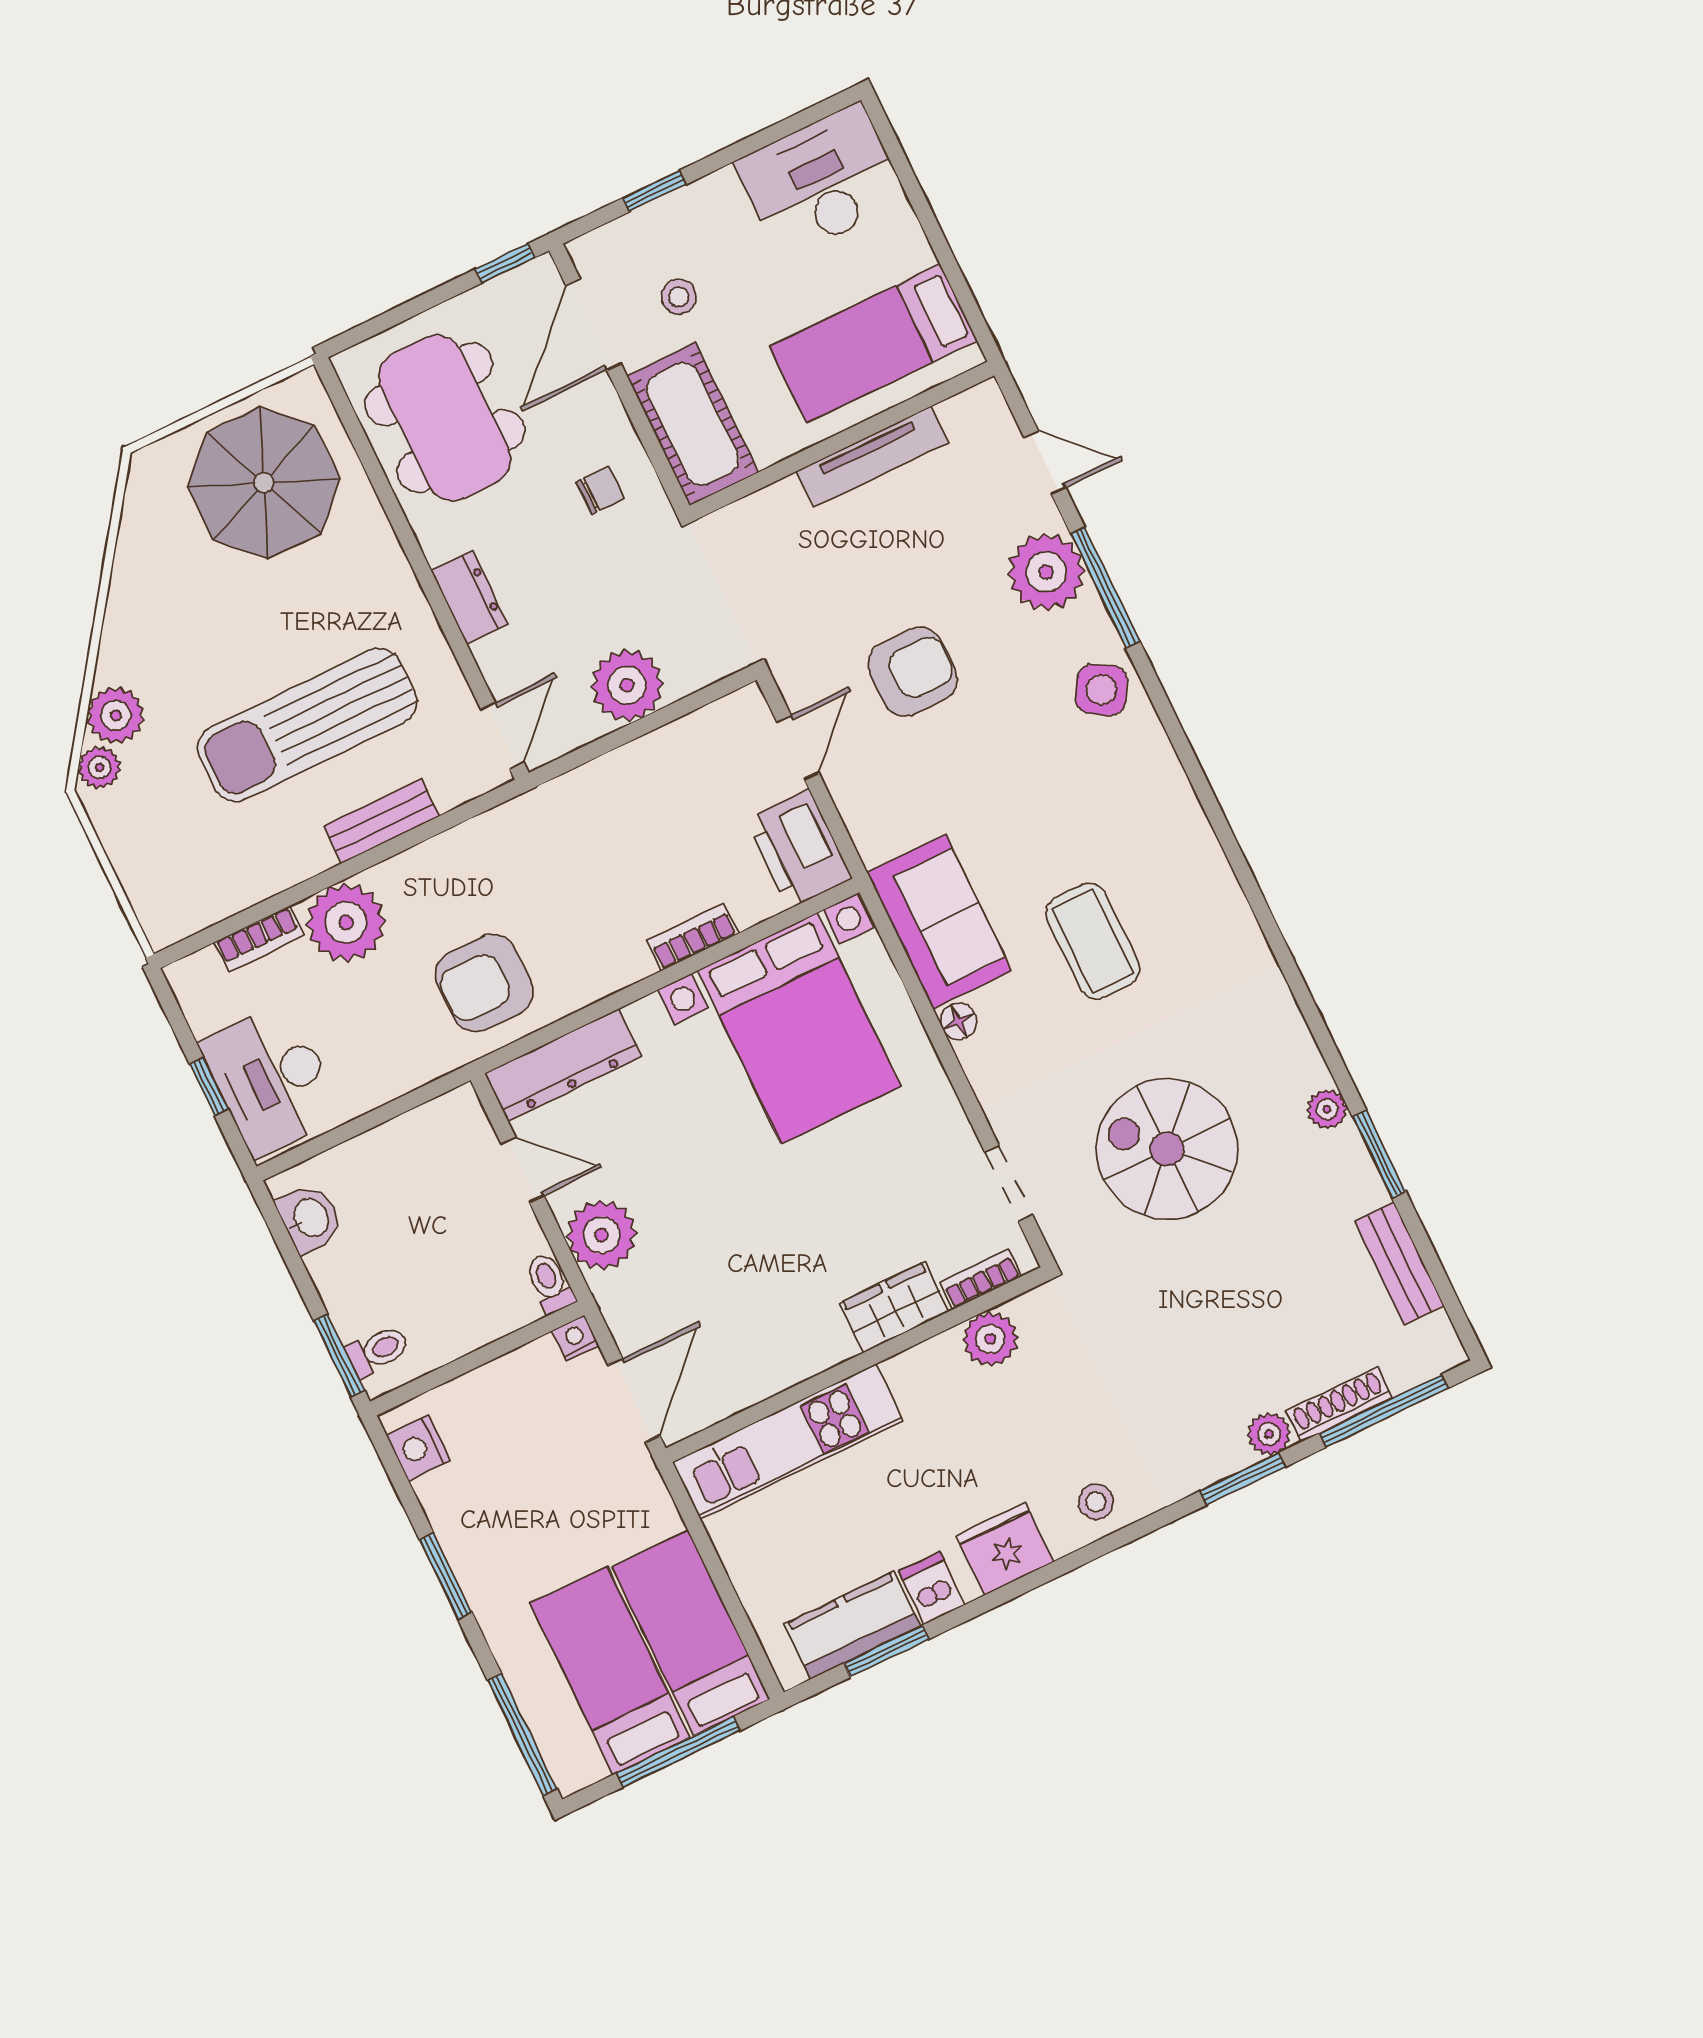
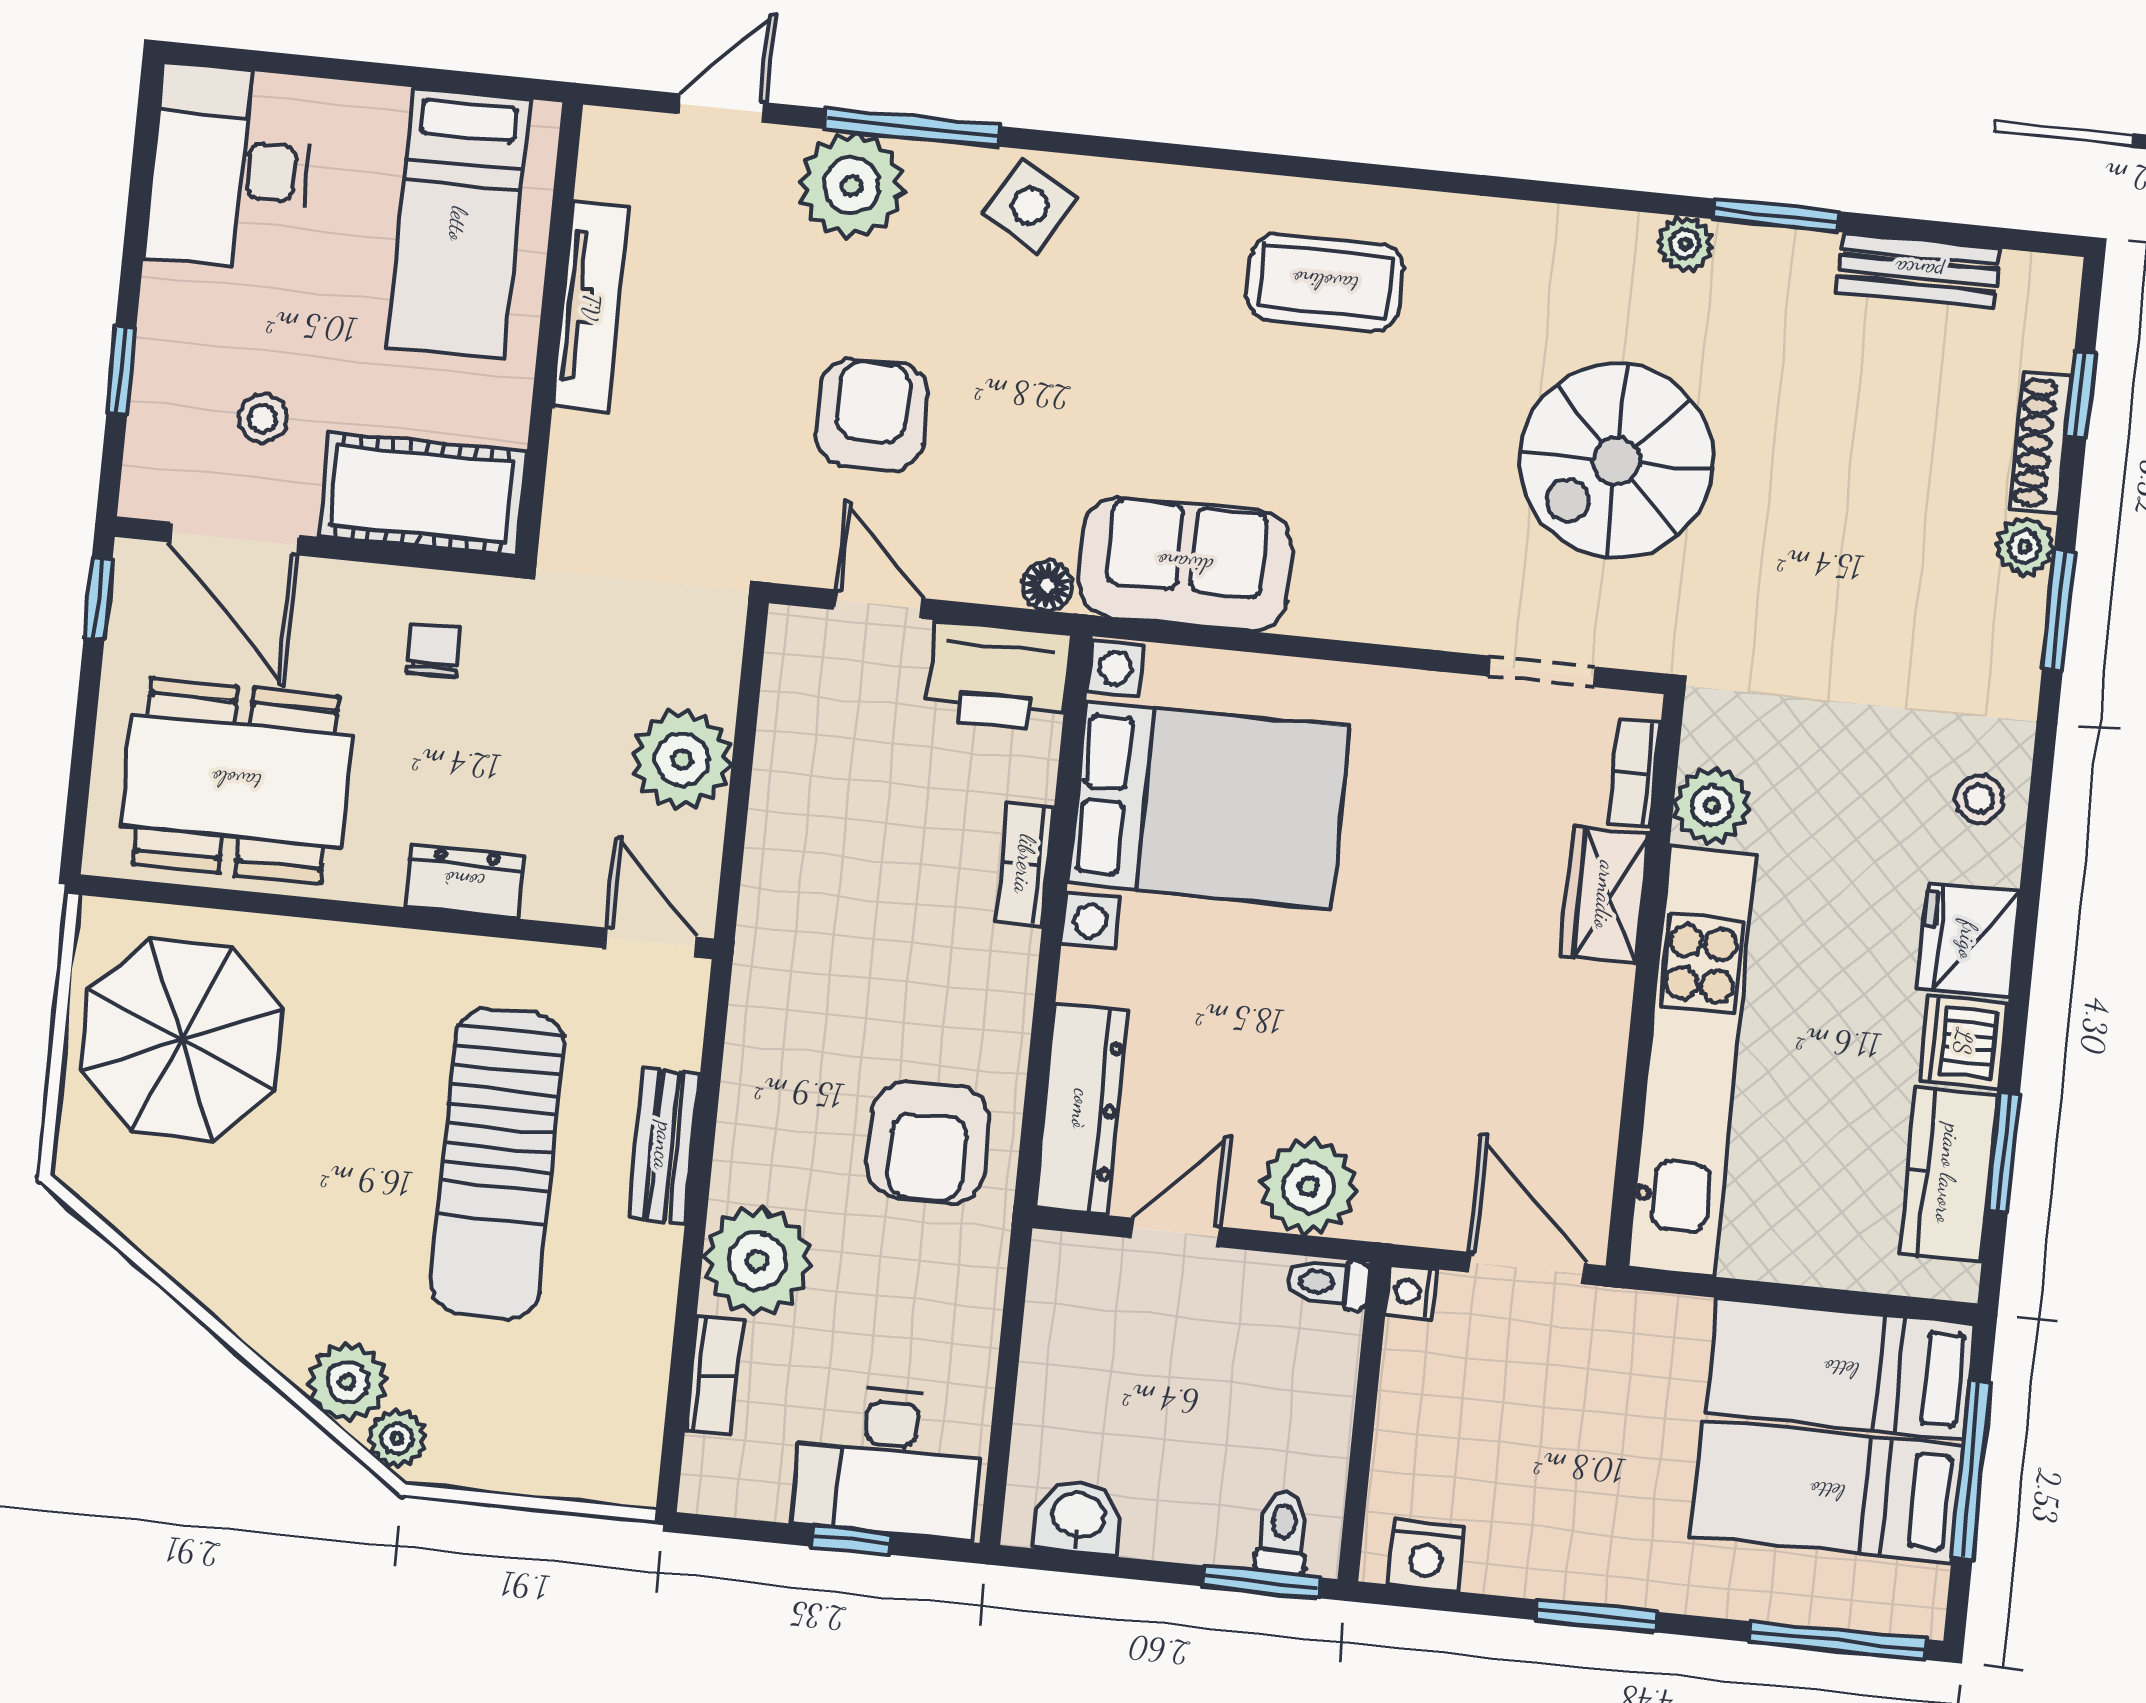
coffee table: (1093, 941) -> (1325, 282), moved
floor lamp: (959, 1021) -> (1047, 586), moved
window: (1384, 1411) -> (2080, 396), width x0.46
kitchen unit: (788, 1442) -> (1692, 1061), width x1.36
dishwasher: (932, 1588) -> (1963, 1042), width x1.38

